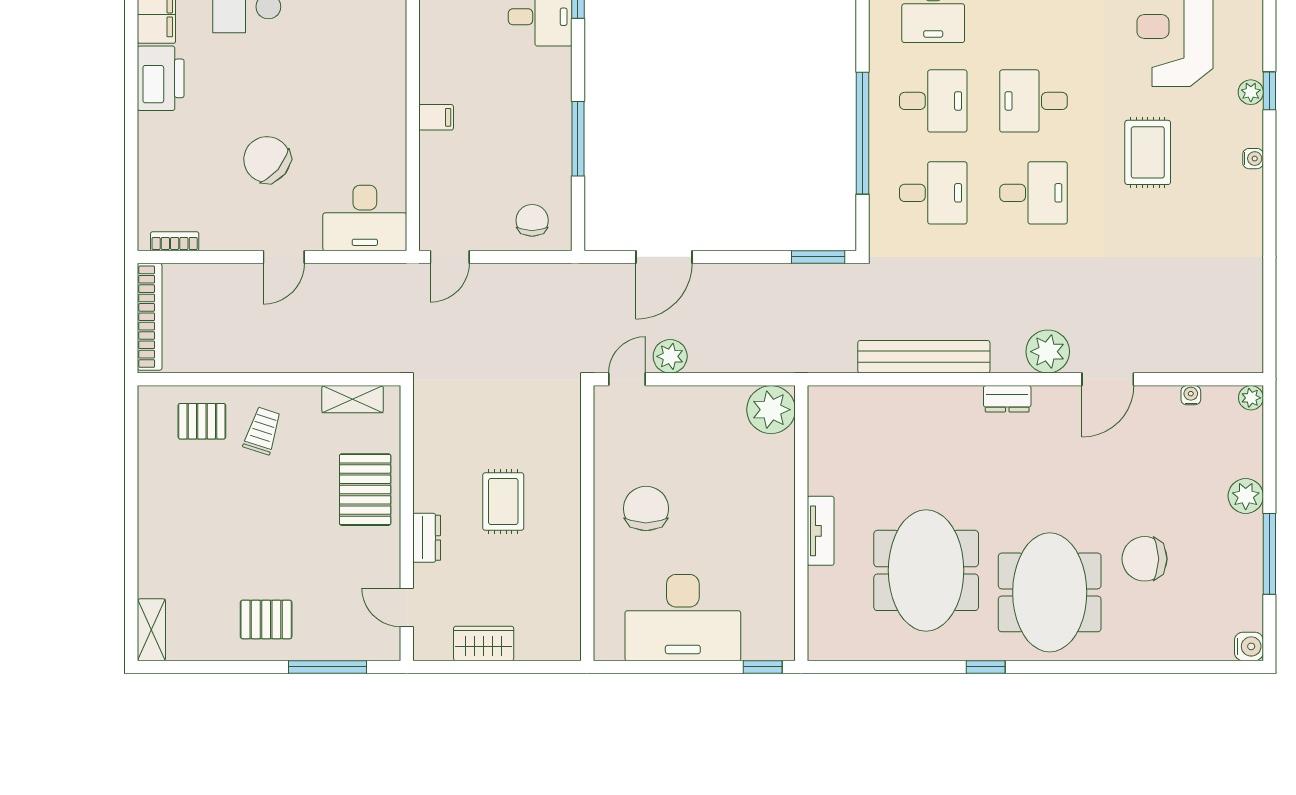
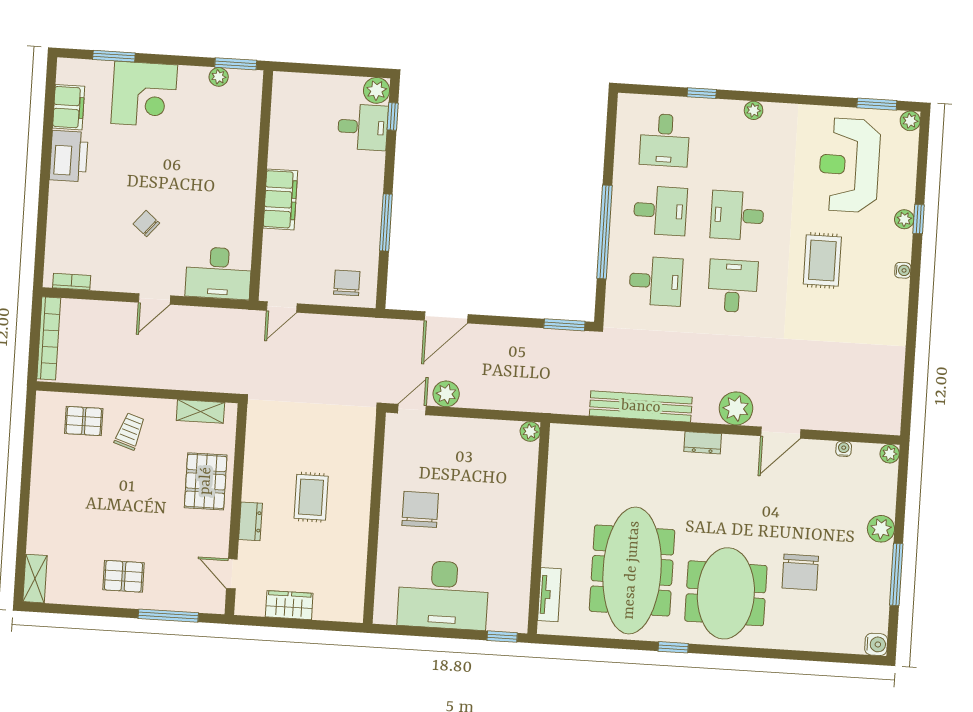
filing cabinet: (436, 117) -> (280, 199), width x3.00, depth x1.17
chair: (267, 160) -> (146, 223), width x0.54, depth x0.54
desk: (1033, 193) -> (733, 286), turned -90
plant: (771, 410) -> (530, 432), width x0.53, depth x0.53
tv unit: (821, 531) -> (549, 595), moved
chair: (1145, 559) -> (800, 572), turned -90
meeting table: (926, 570) -> (632, 570), width x1.36

